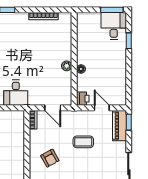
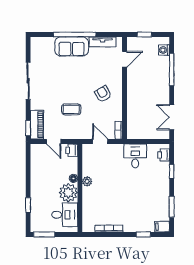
desk: (114, 26) -> (65, 215), moved, turned -90
plant: (86, 54) -> (68, 193), added

